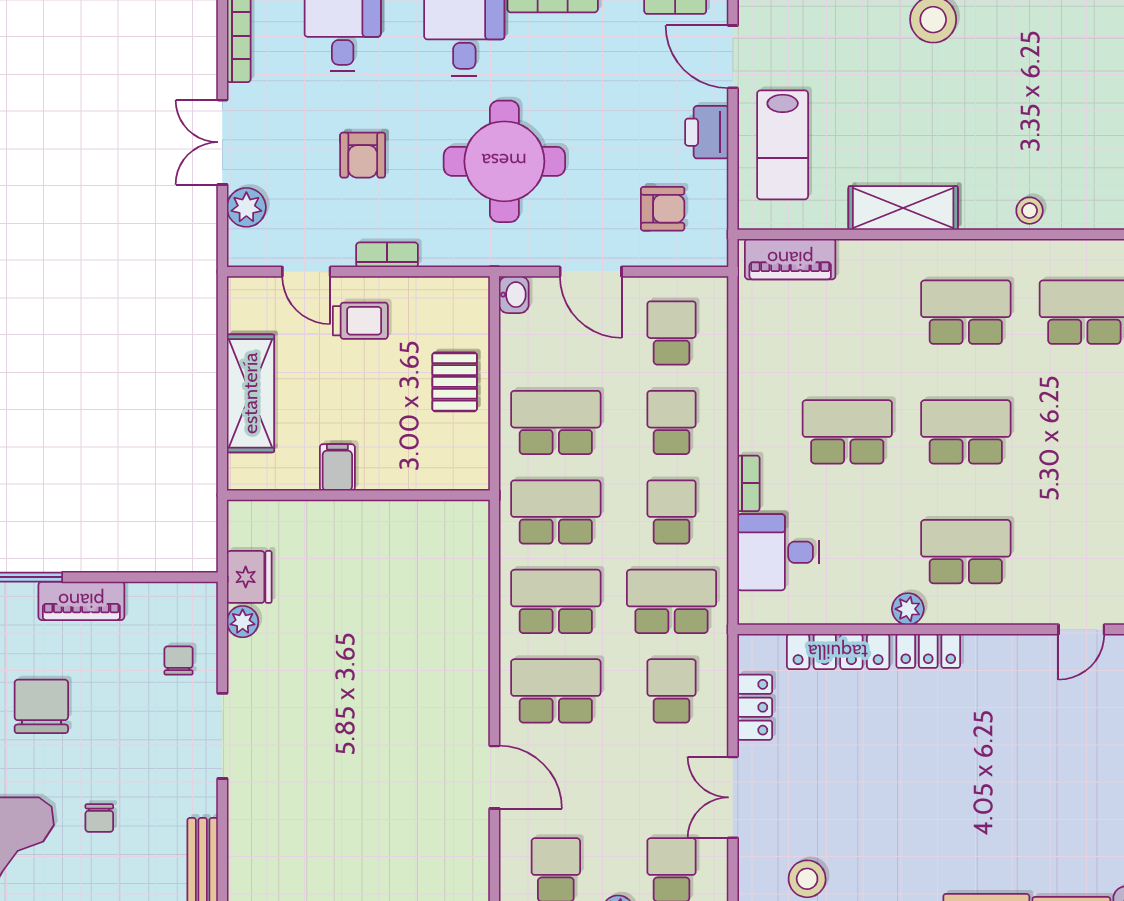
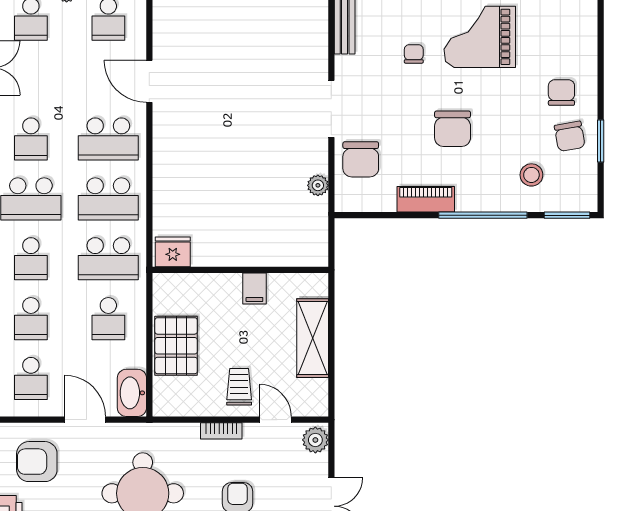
plant: (246, 207) -> (315, 440), moved
armchair: (663, 209) -> (37, 462), width x1.38, depth x1.38
washbasin: (514, 295) -> (132, 393), width x1.91, depth x1.45
trolley: (360, 321) -> (239, 387), turned 90
pallet: (455, 382) -> (176, 346), width x1.50, depth x1.42
school desk: (556, 422) -> (108, 319), width x0.54
fridge: (249, 577) -> (173, 252), moved, turned 90
chair: (179, 661) -> (361, 159), width x1.87, depth x1.87

